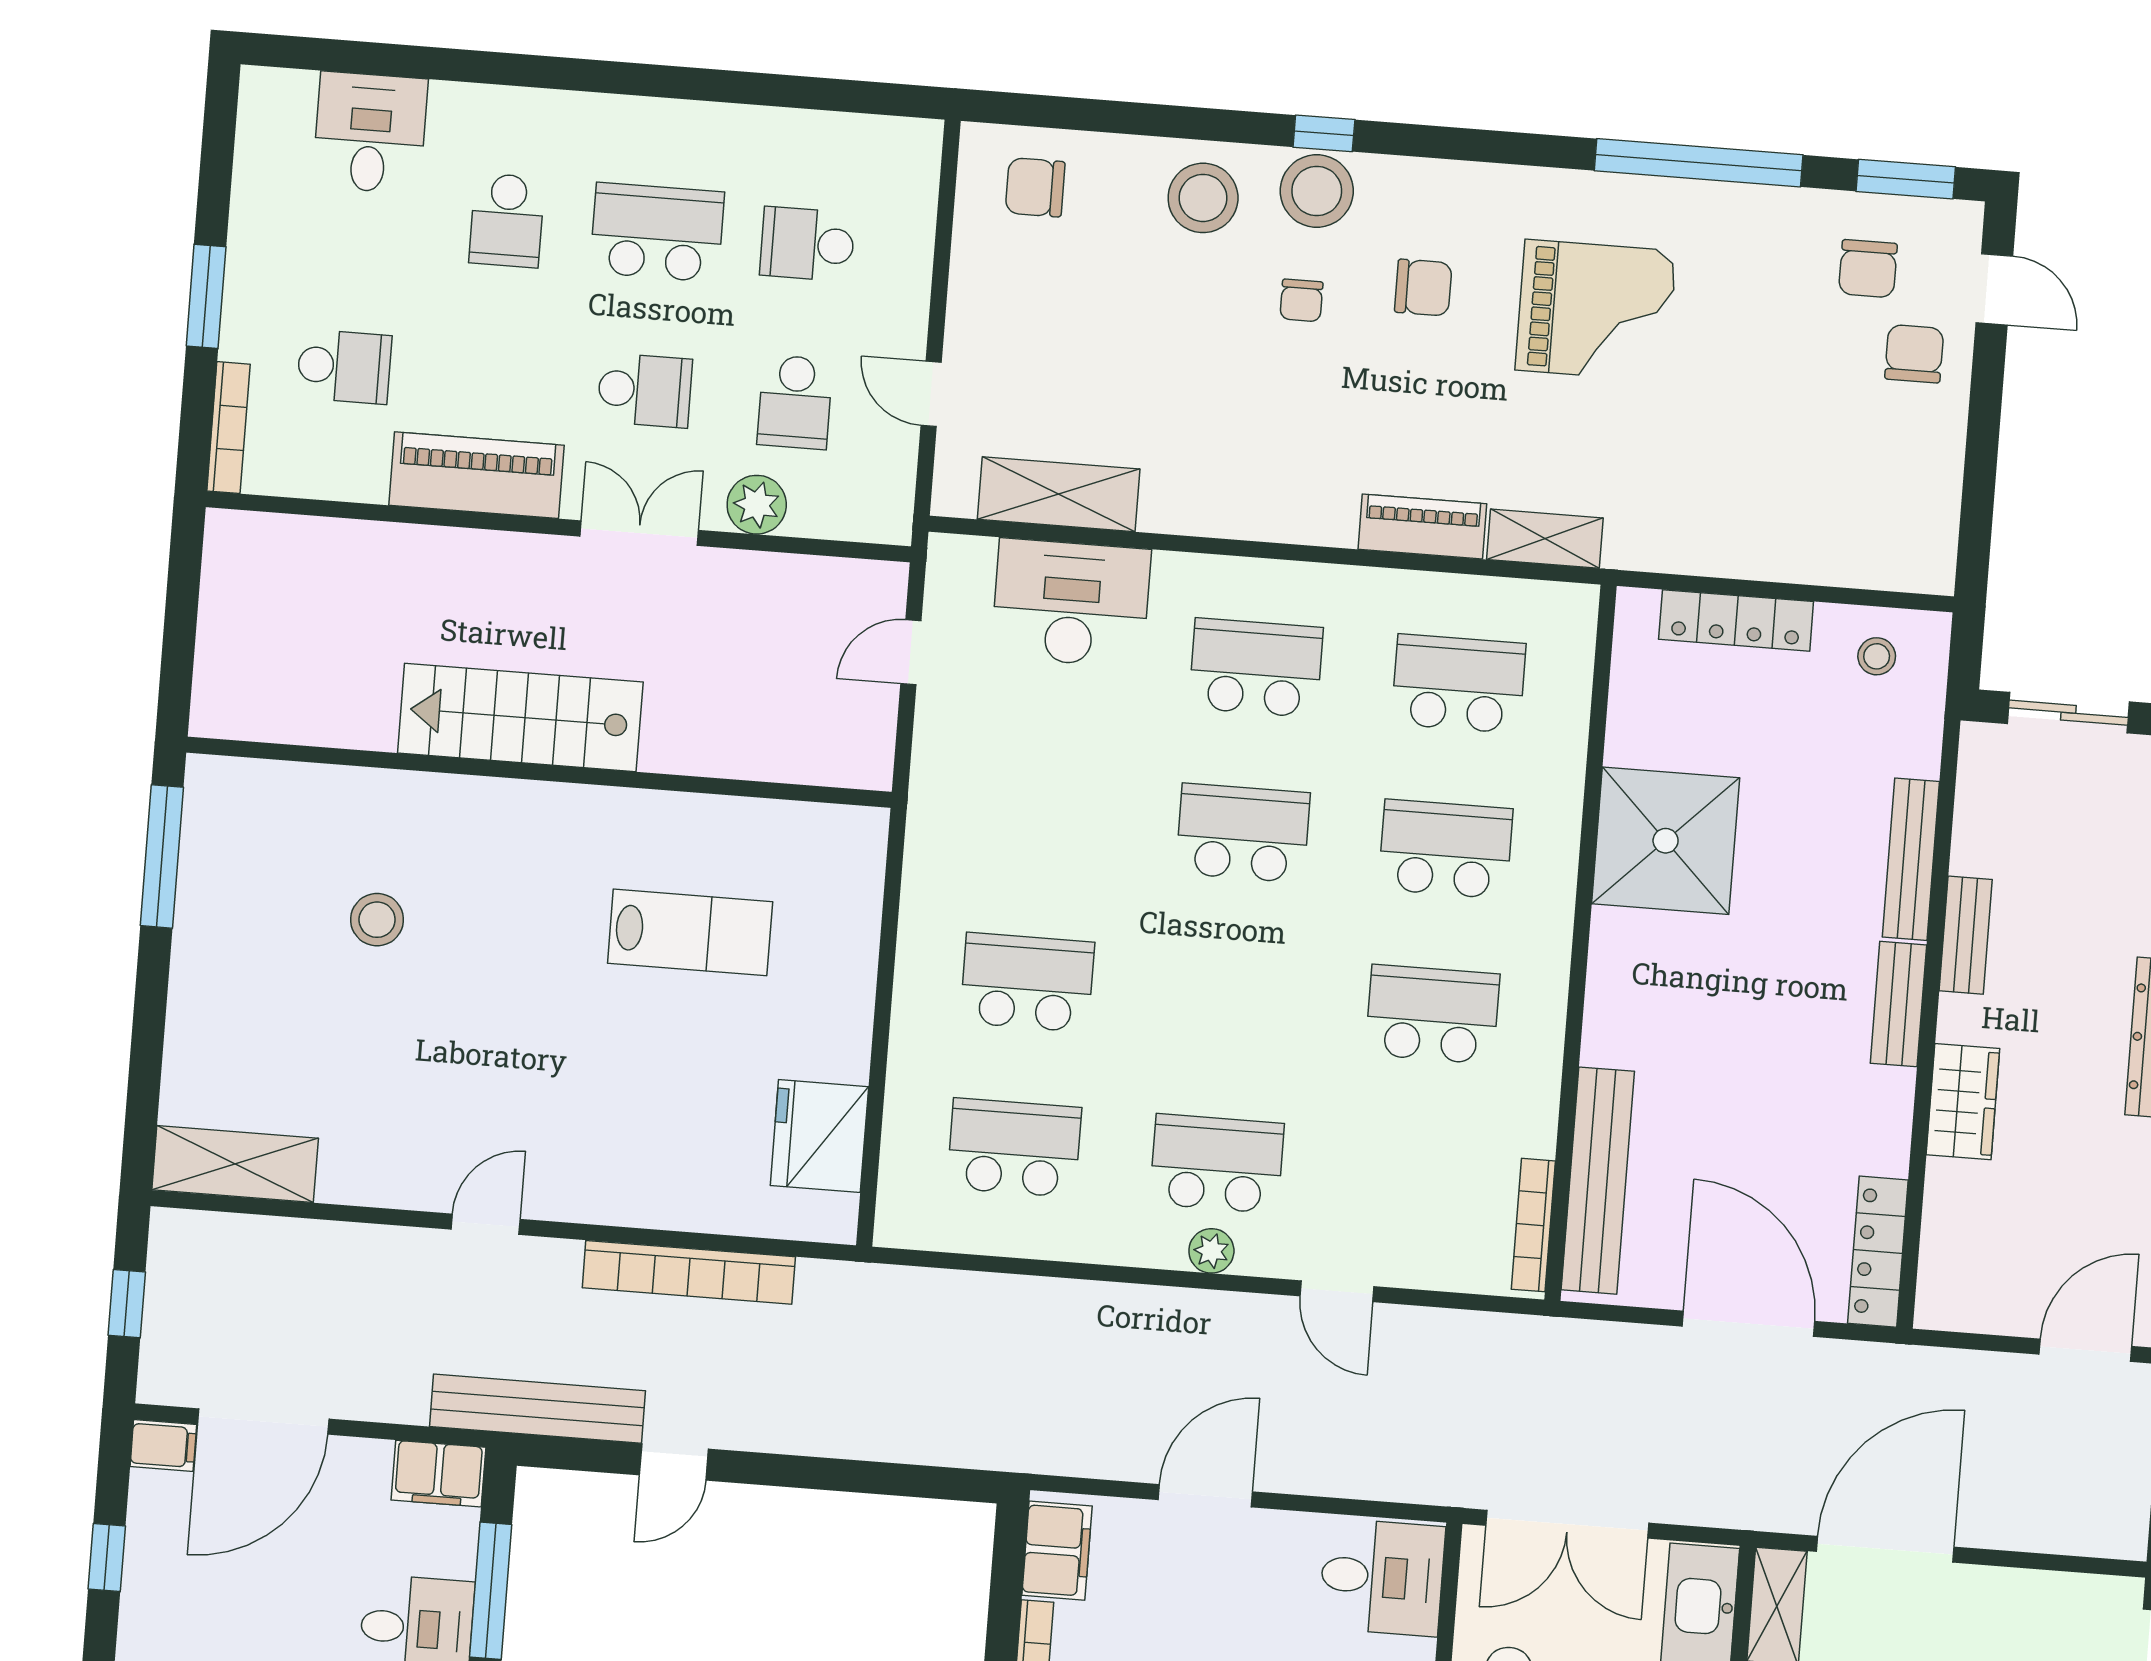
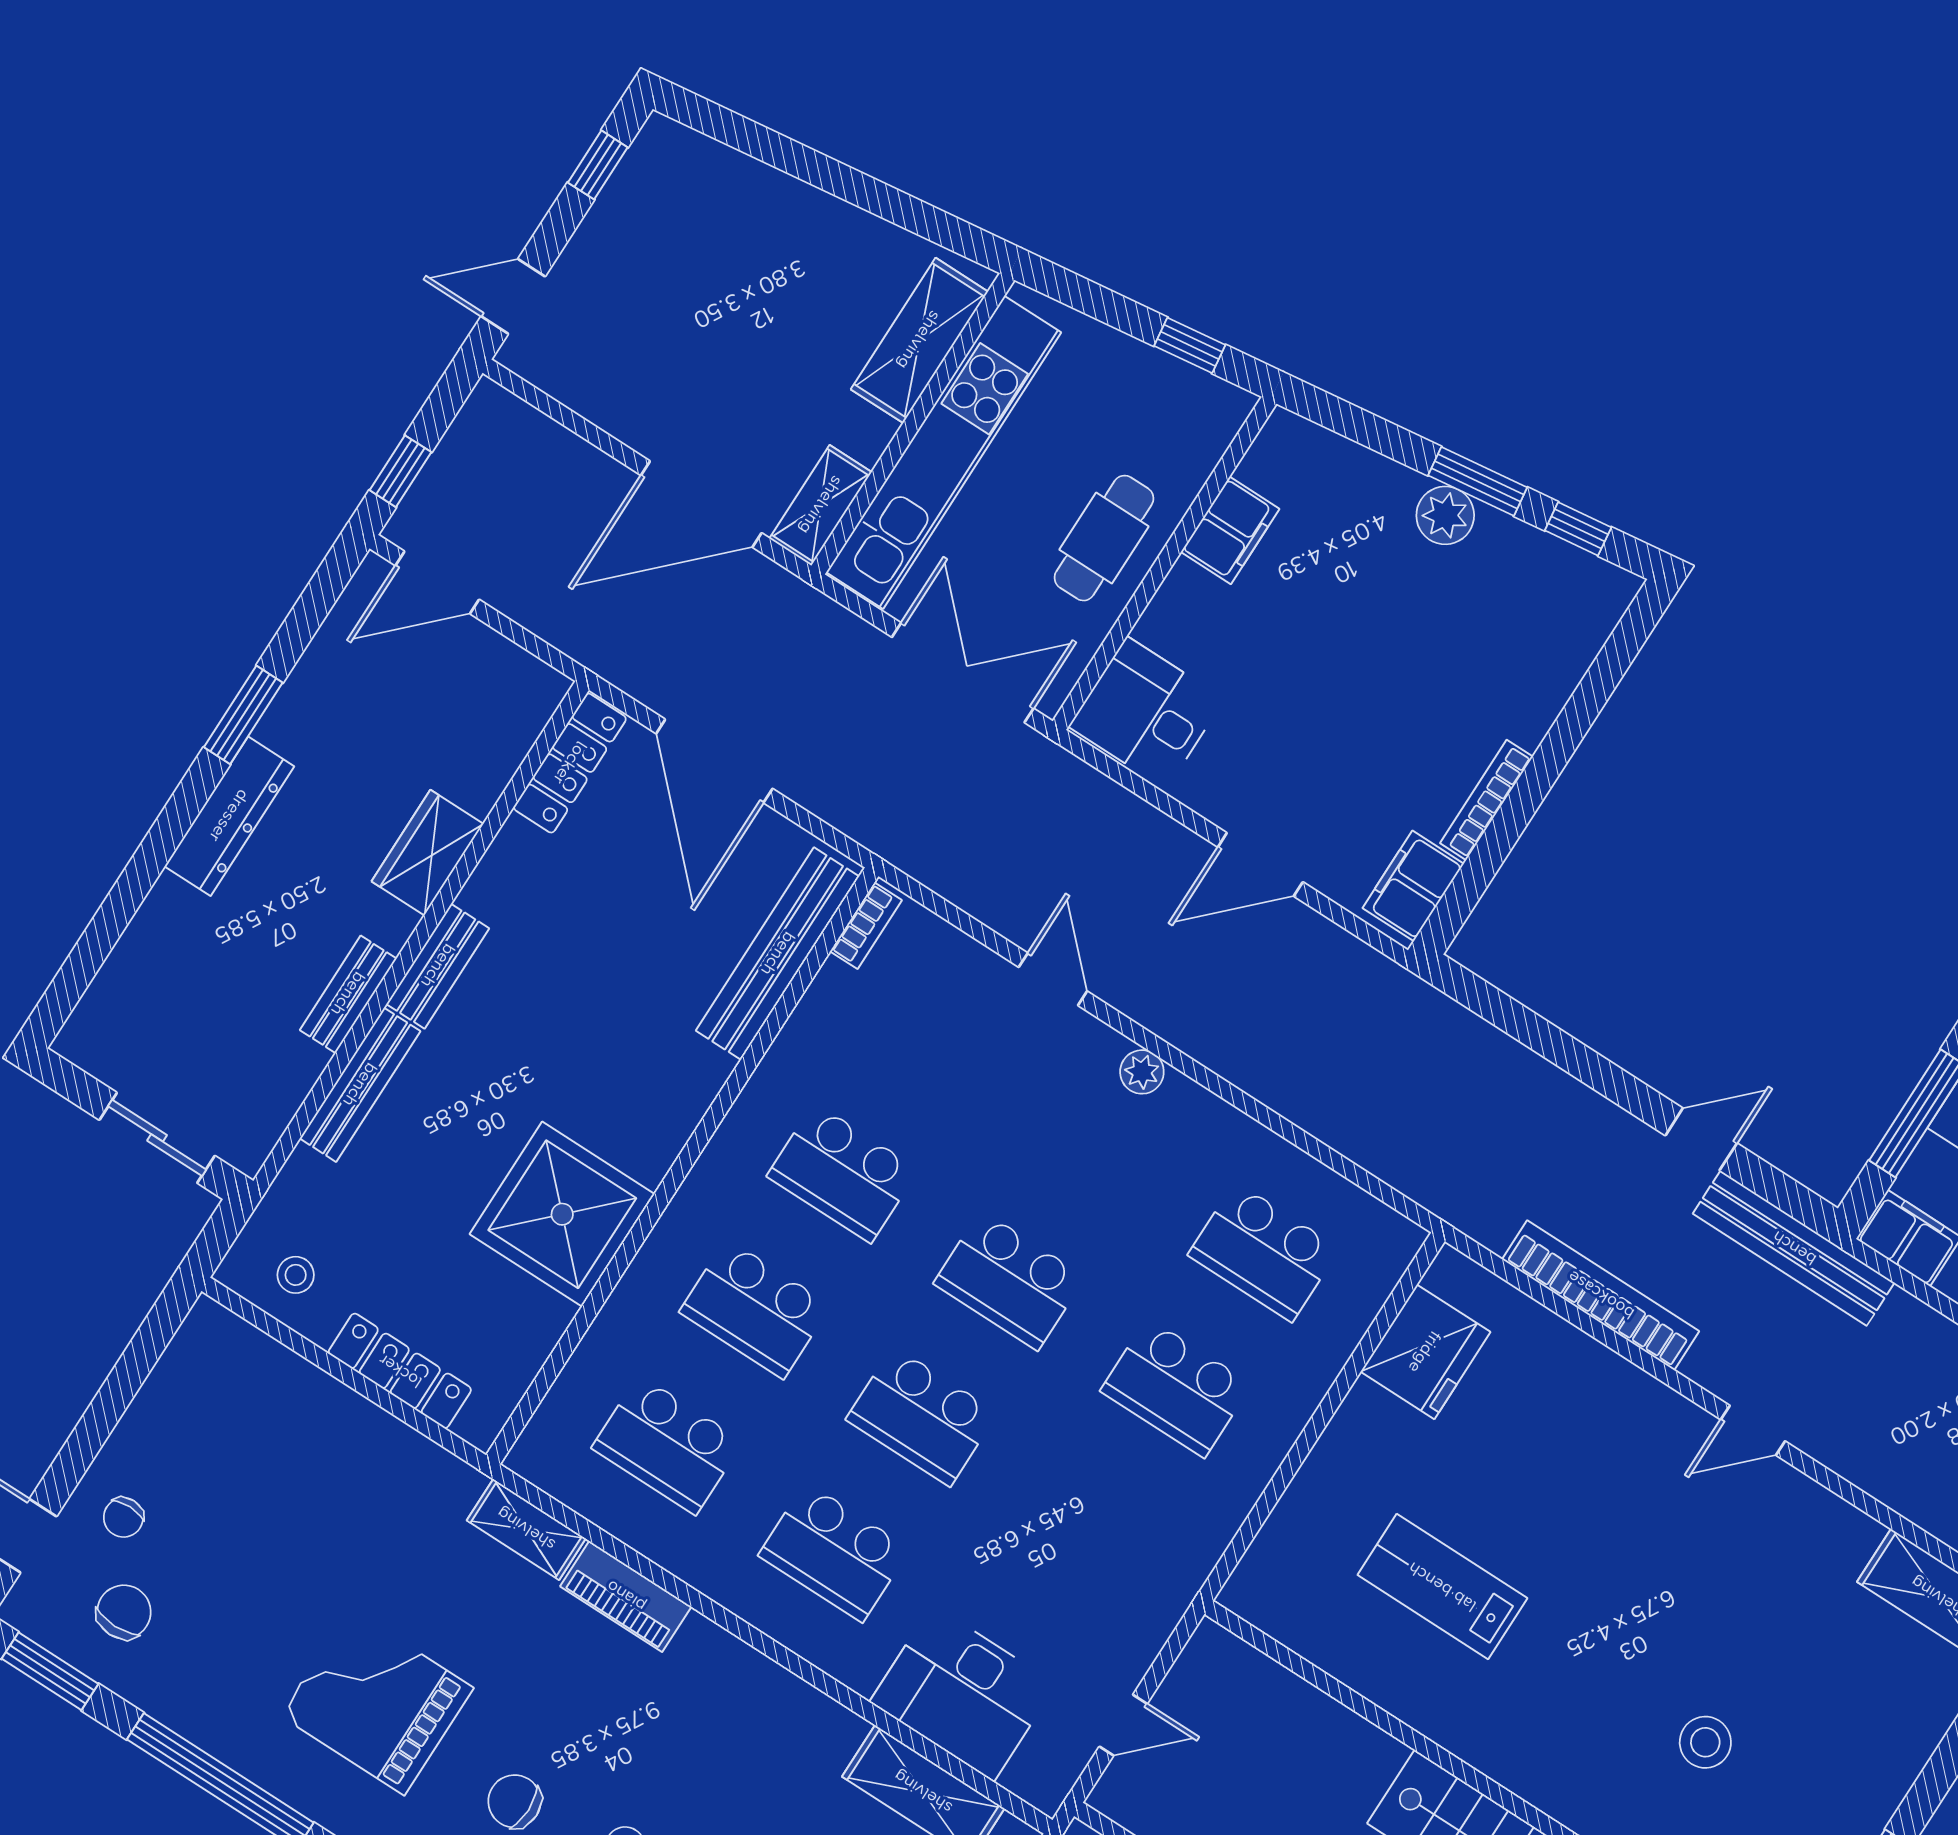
chair: (1914, 354) -> (123, 1517), width x0.73, depth x0.73
school desk: (1217, 1164) -> (1009, 1280), moved
bookcase: (1533, 1225) -> (866, 926), width x0.64

